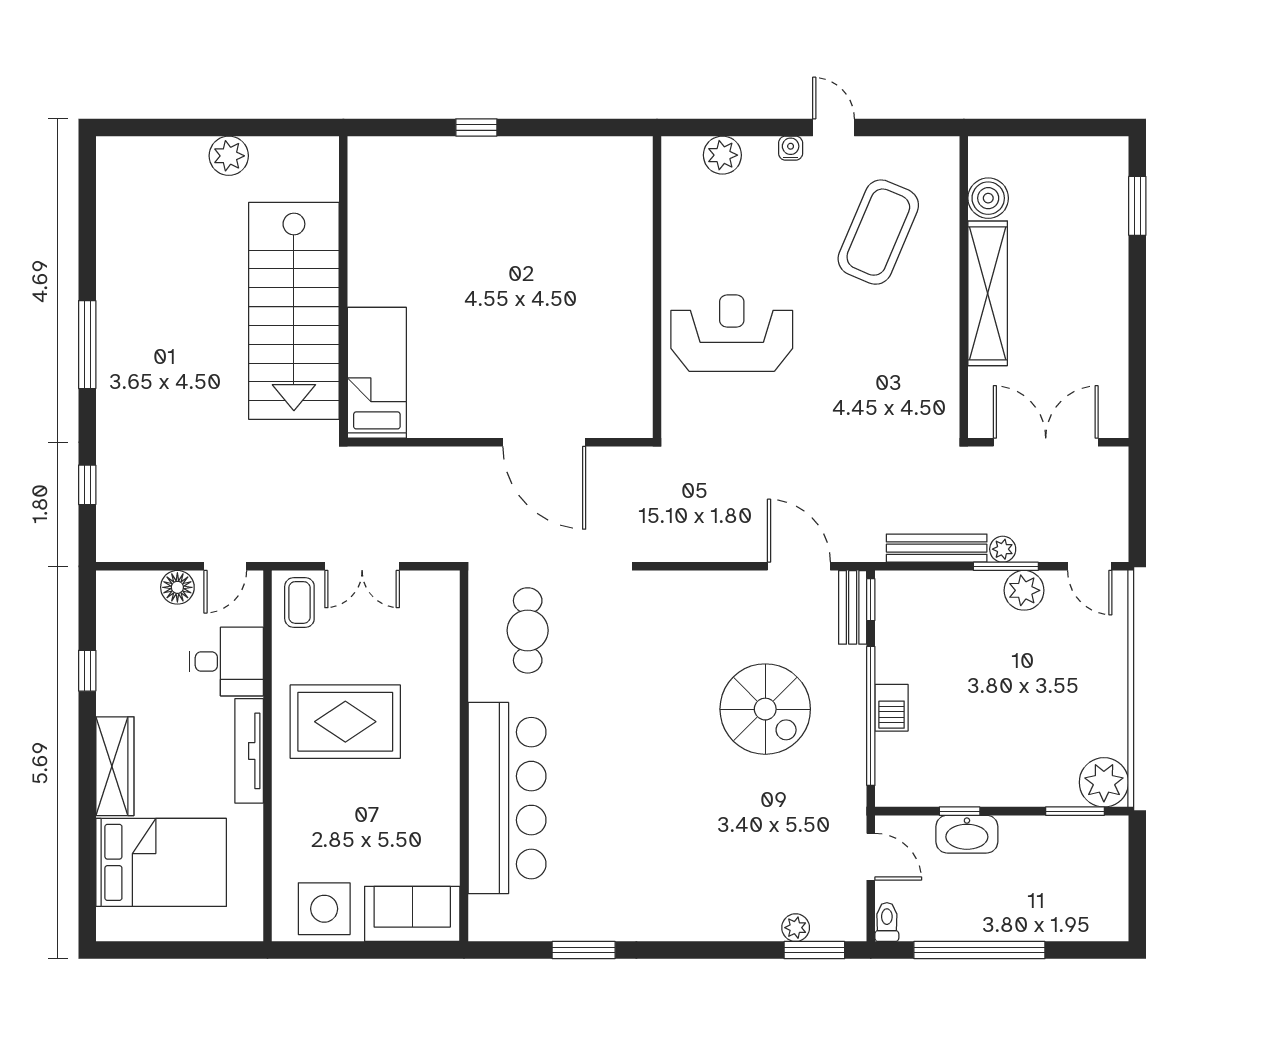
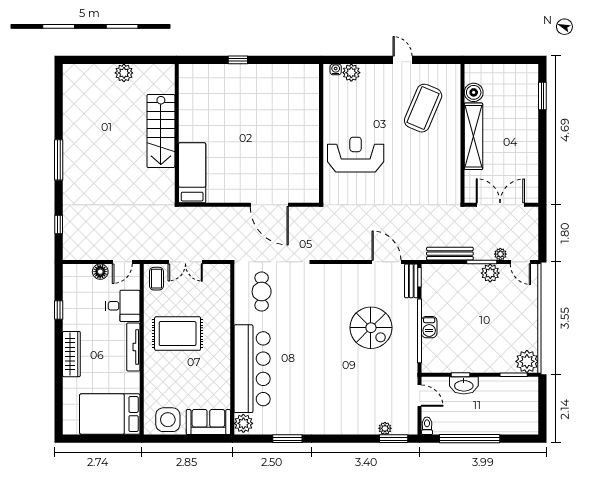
water cooler: (791, 148) -> (336, 69), moved
stairs: (294, 311) -> (161, 131), width x0.73, depth x0.66
plant: (1003, 549) -> (500, 254), moved
bed: (161, 862) -> (110, 414), moved, turned 180
plant: (488, 917) -> (243, 423), added

